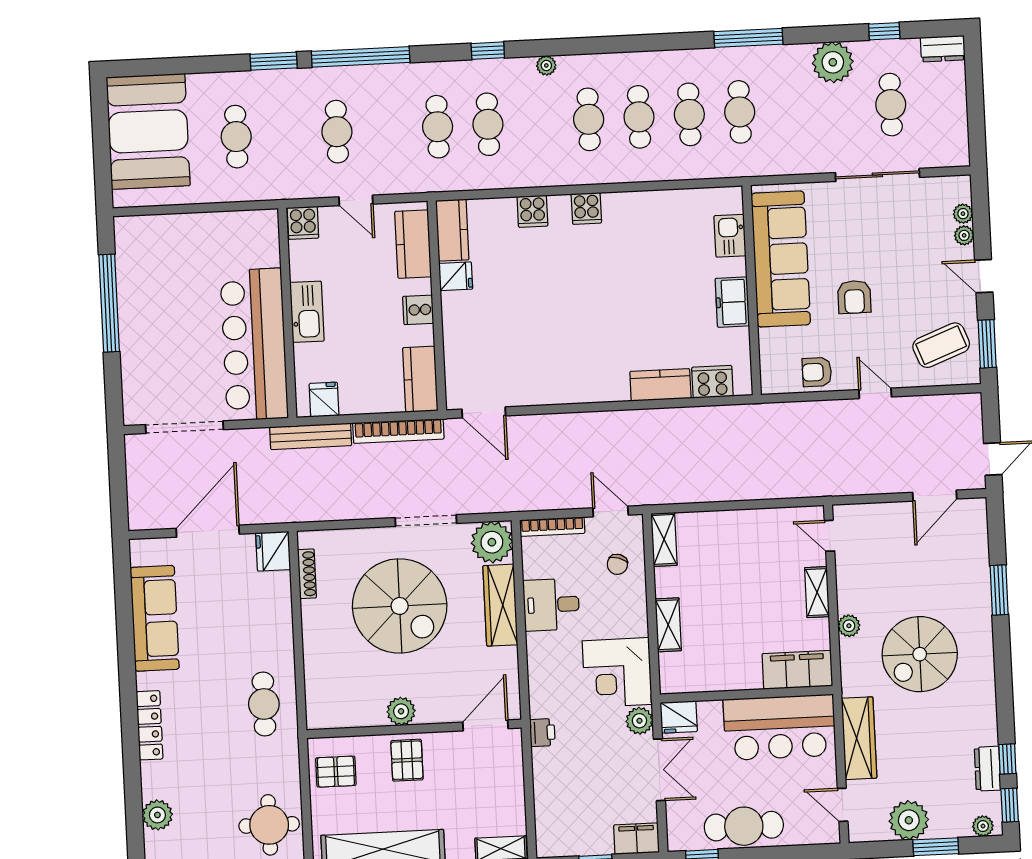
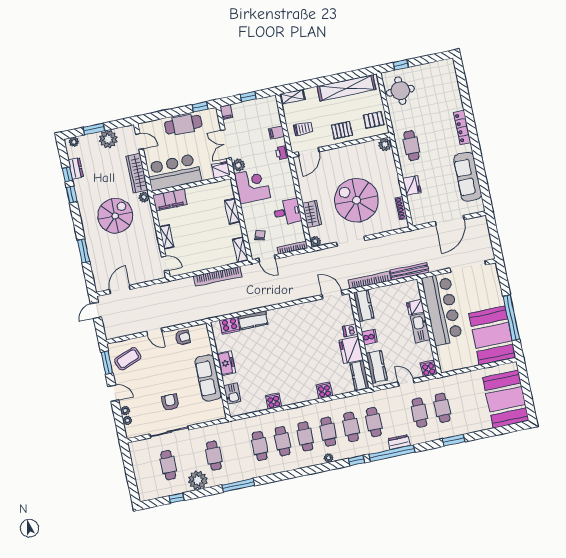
dresser: (943, 49) -> (399, 442), moved
window: (361, 57) -> (392, 453), moved
cafe table: (740, 112) -> (214, 456), moved
cafe table: (538, 122) -> (328, 432), added
cafe table: (236, 137) -> (442, 408), moved
cooker: (586, 208) -> (274, 401), moved
sofa: (781, 259) -> (208, 378), width x0.74, depth x0.79
booth: (156, 272) -> (492, 335), added
fridge: (456, 276) -> (351, 350), width x1.88, depth x1.34
armchair: (854, 297) -> (170, 402), moved
dishwasher: (457, 330) -> (350, 330), added
fridge: (324, 400) -> (415, 307), moved, turned 90
bookcase: (721, 491) -> (218, 276), added
plant: (492, 542) -> (315, 241), width x0.53, depth x0.53
fridge: (273, 551) -> (412, 185), moved
wardrobe: (500, 605) -> (312, 214), width x0.67
plant: (849, 626) -> (144, 197), moved
plant: (401, 711) -> (385, 144), moved
pallet: (407, 760) -> (342, 130), turned 90
trolley: (490, 777) -> (303, 129), added
filing cabinet: (548, 778) -> (276, 132), added
window: (1010, 805) -> (72, 195), moved
plant: (157, 815) -> (452, 87), removed
filing cabinet: (637, 839) -> (226, 112), width x0.50

